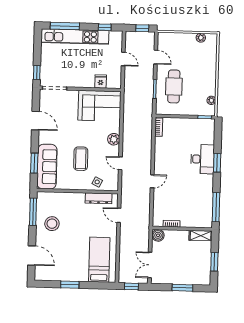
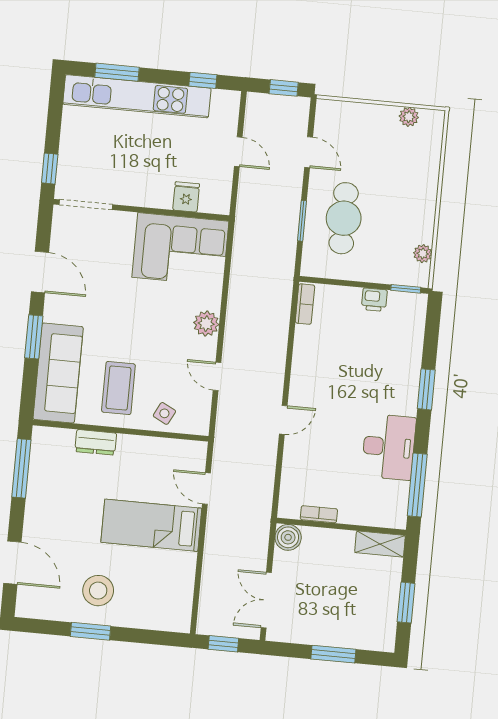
window: (65, 26) -> (117, 72), width x0.69
printer: (190, 123) -> (374, 300), added
coffee table: (81, 159) -> (118, 388), moved
desk: (203, 159) -> (389, 447), moved
window: (34, 163) -> (34, 337), moved
dresser: (99, 198) -> (96, 442), moved, width x0.70
stool: (52, 224) -> (98, 591), moved
bed: (99, 260) -> (151, 525), moved, turned -90

